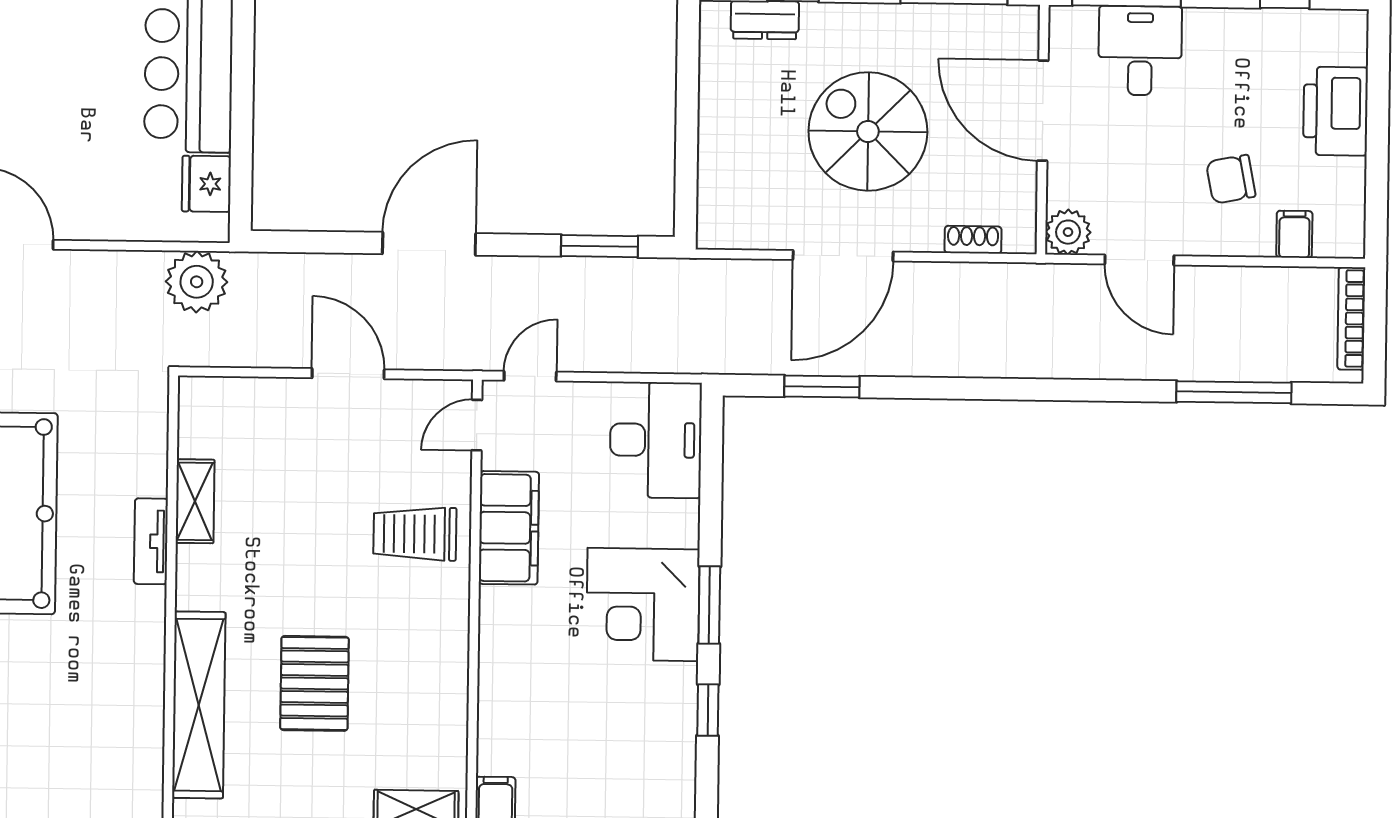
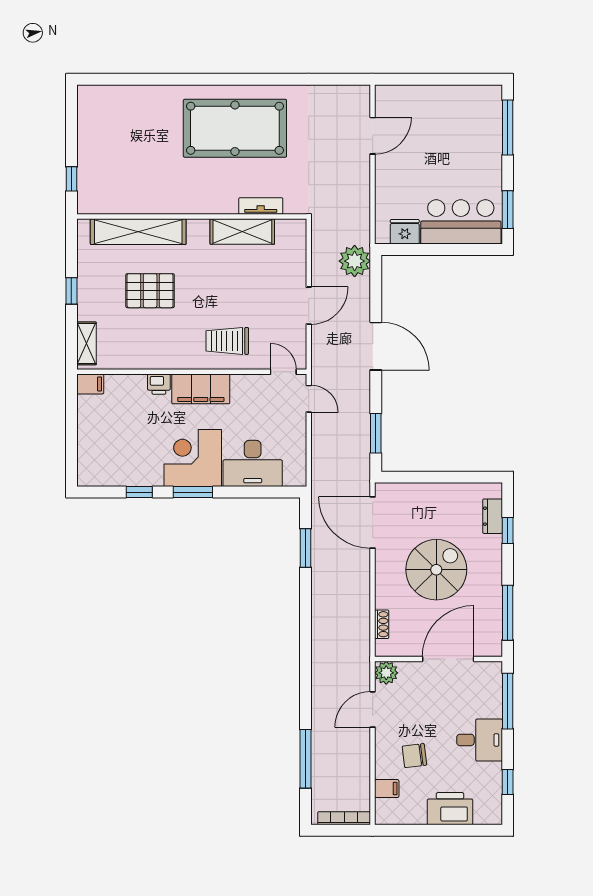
desk: (1140, 51) -> (480, 740), moved
chair: (1231, 179) -> (414, 756), turned -86
door: (843, 256) -> (373, 523), moved
plant: (197, 282) -> (355, 261), moved
desk: (656, 440) -> (253, 463), moved
shelving: (195, 501) -> (242, 231), width x1.50, depth x1.33
filing cabinet: (509, 528) -> (201, 389), moved
trolley: (415, 534) -> (227, 341), turned -90
tv unit: (151, 541) -> (261, 206), moved
printer: (498, 669) -> (159, 384), added

